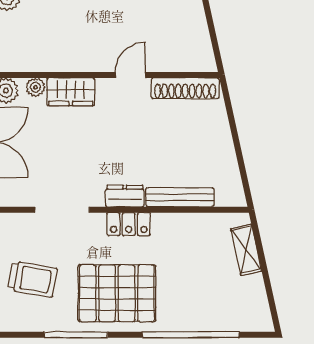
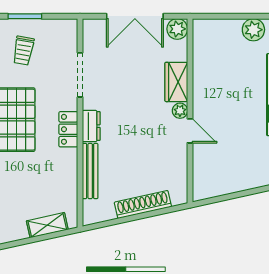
plant: (35, 87) -> (180, 111), moved
shoe rack: (185, 88) -> (143, 204), moved, turned 78
trolley: (32, 279) -> (23, 51), width x0.73, depth x0.72

